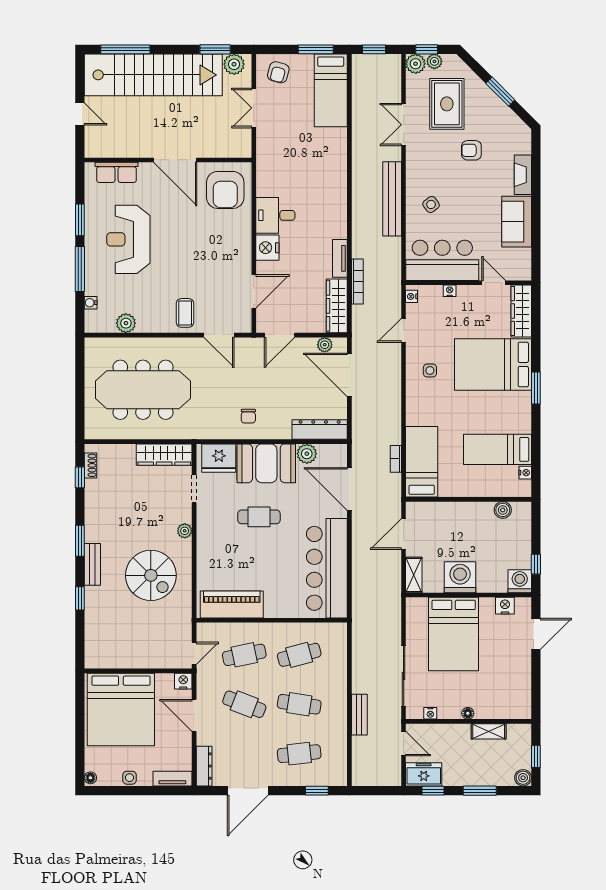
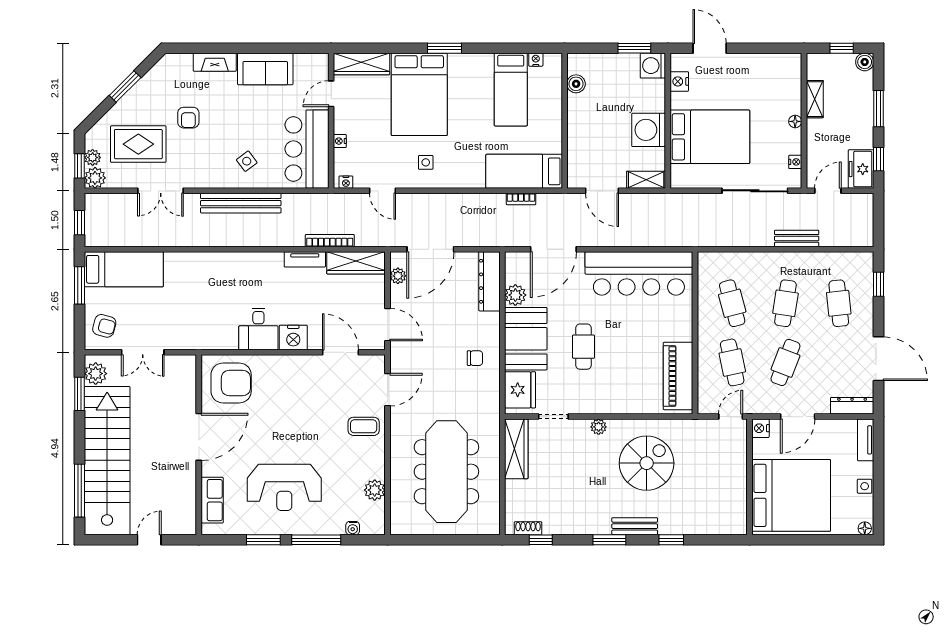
window: (536, 564) -> (634, 48), width x1.50
door: (194, 653) -> (731, 417), hinge flipped

